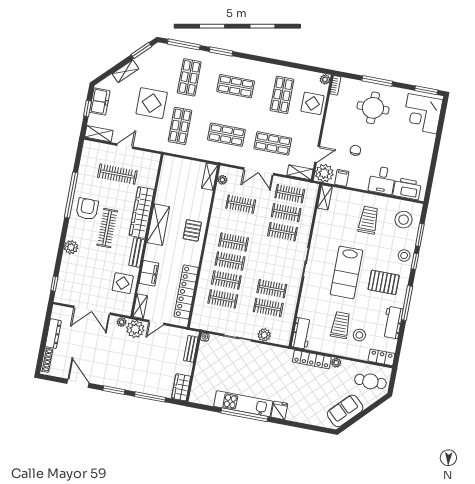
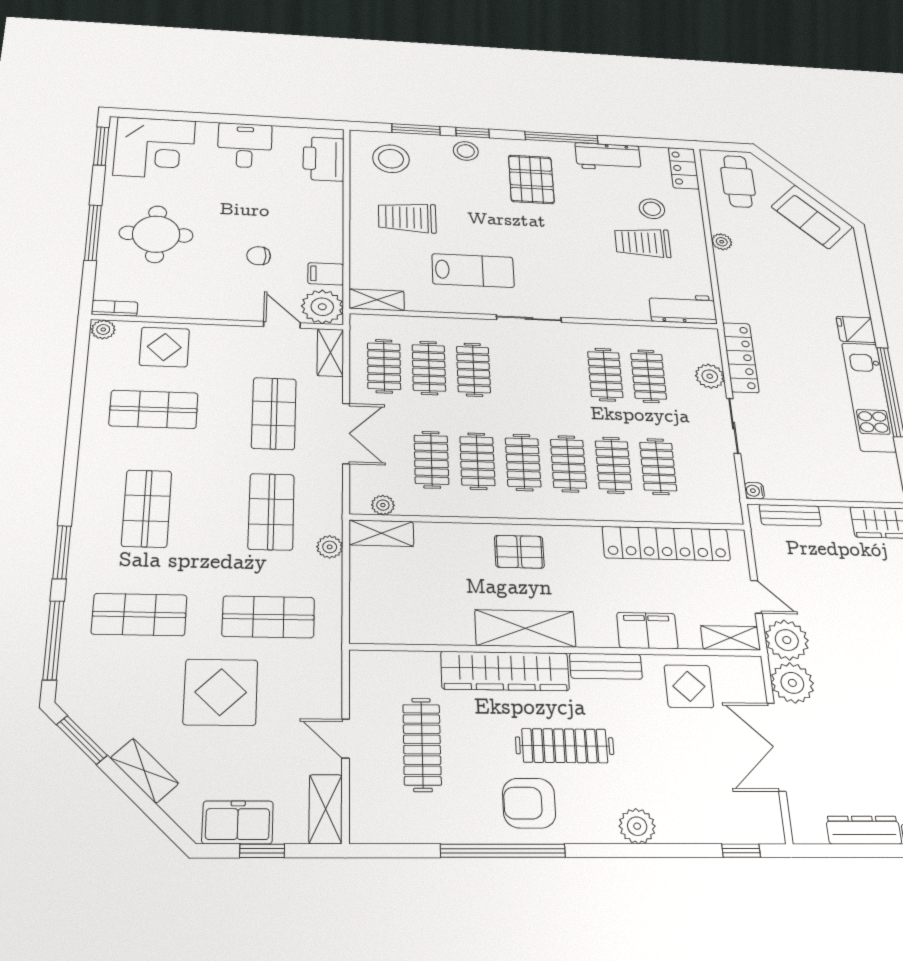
plant: (207, 155) -> (330, 547), added
desk: (382, 180) -> (245, 145), moved, turned -90
clothes rail: (237, 223) -> (477, 461), added
lab bench: (347, 272) -> (473, 271), moved, width x0.73, depth x0.72
double door: (92, 310) -> (776, 747), swing flipped
plant: (122, 322) -> (792, 683), width x1.87, depth x1.87
locker: (312, 359) -> (741, 357), moved

